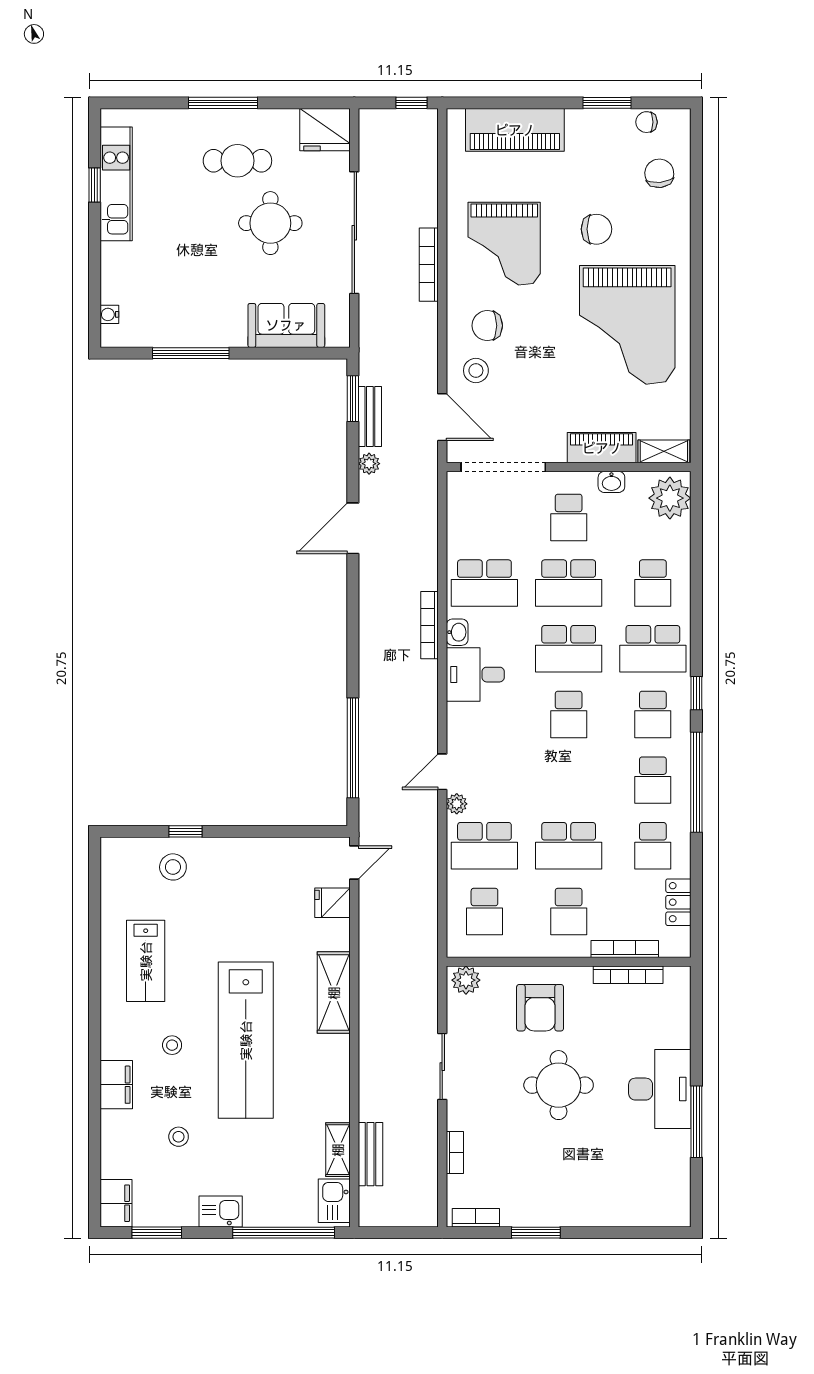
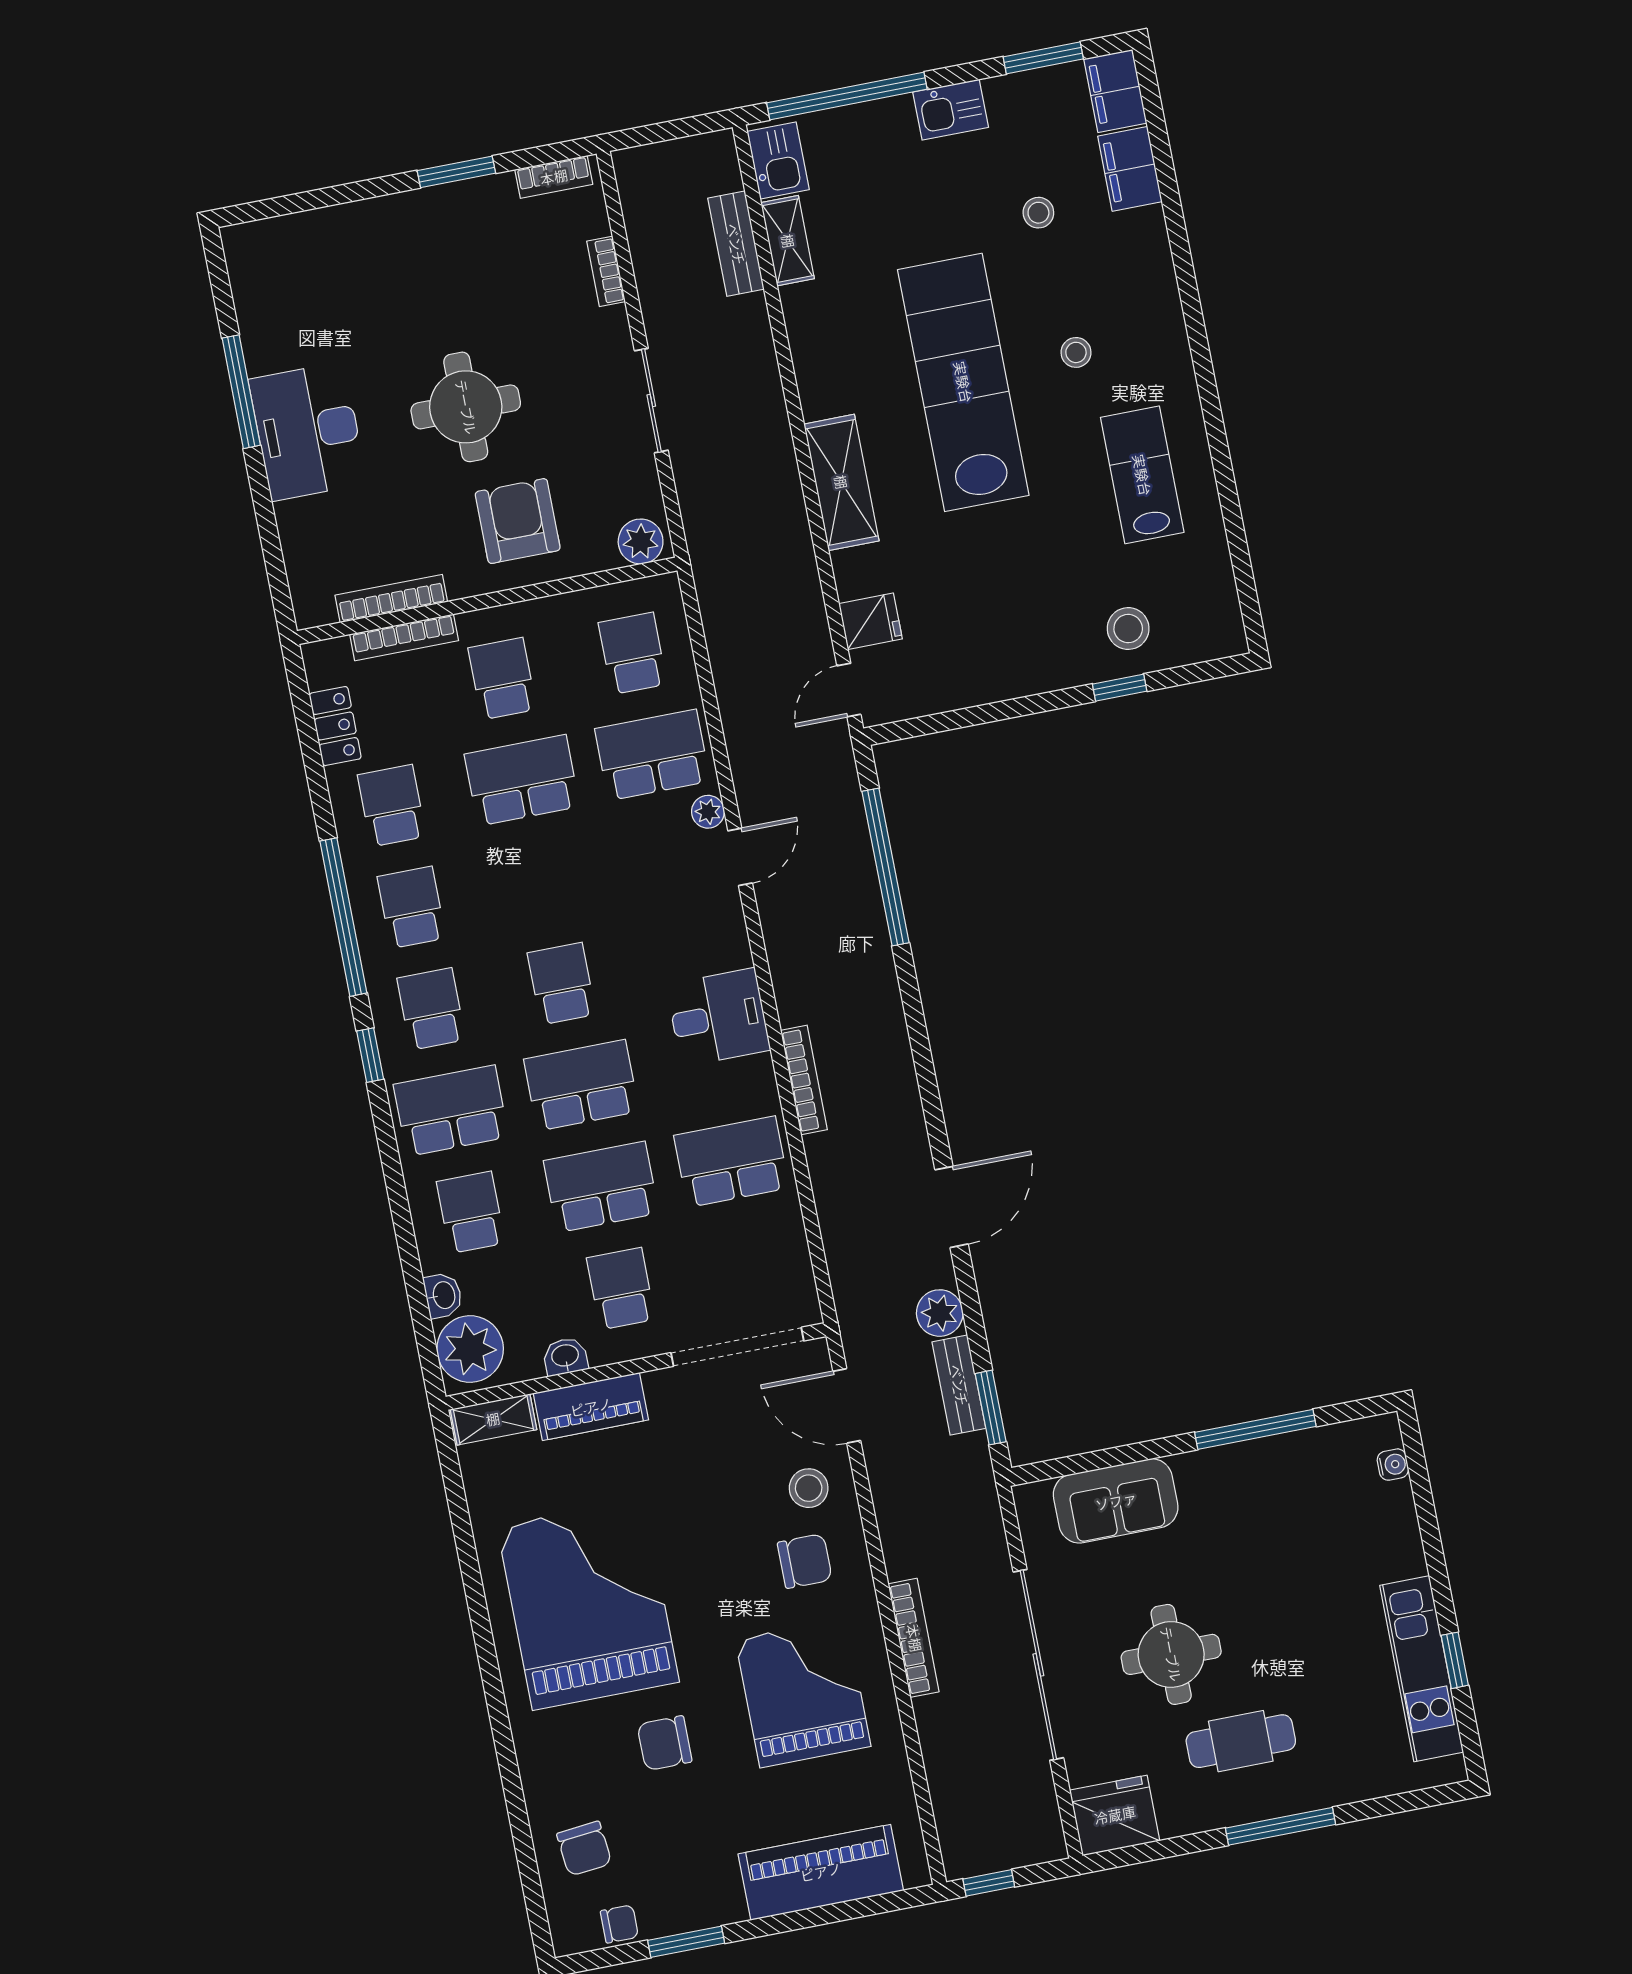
plant: (369, 464) -> (940, 1313), width x1.38, depth x1.38
washbasin: (457, 632) -> (443, 1295), moved, turned 180
filing cabinet: (116, 1085) -> (1130, 169), moved

